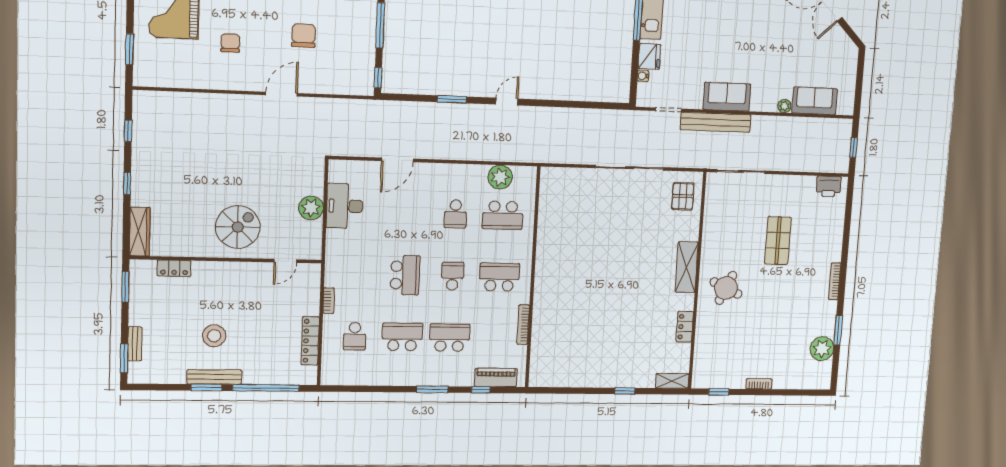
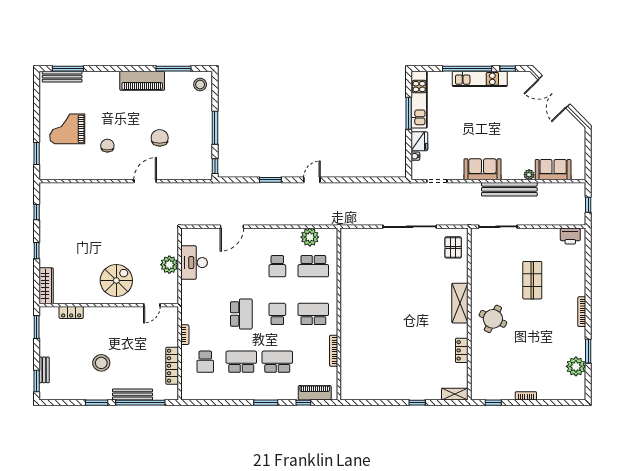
bench: (716, 122) -> (509, 189), moved
bench: (214, 377) -> (133, 394), moved

